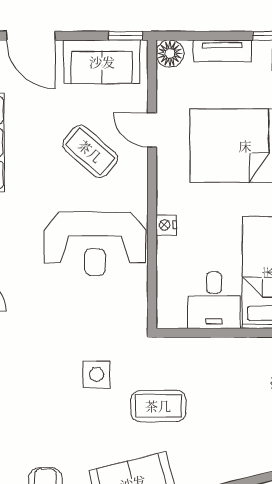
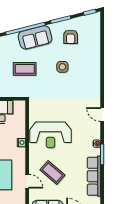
reception desk: (95, 244) -> (50, 135), turned 180
side table: (97, 374) -> (62, 67), moved

